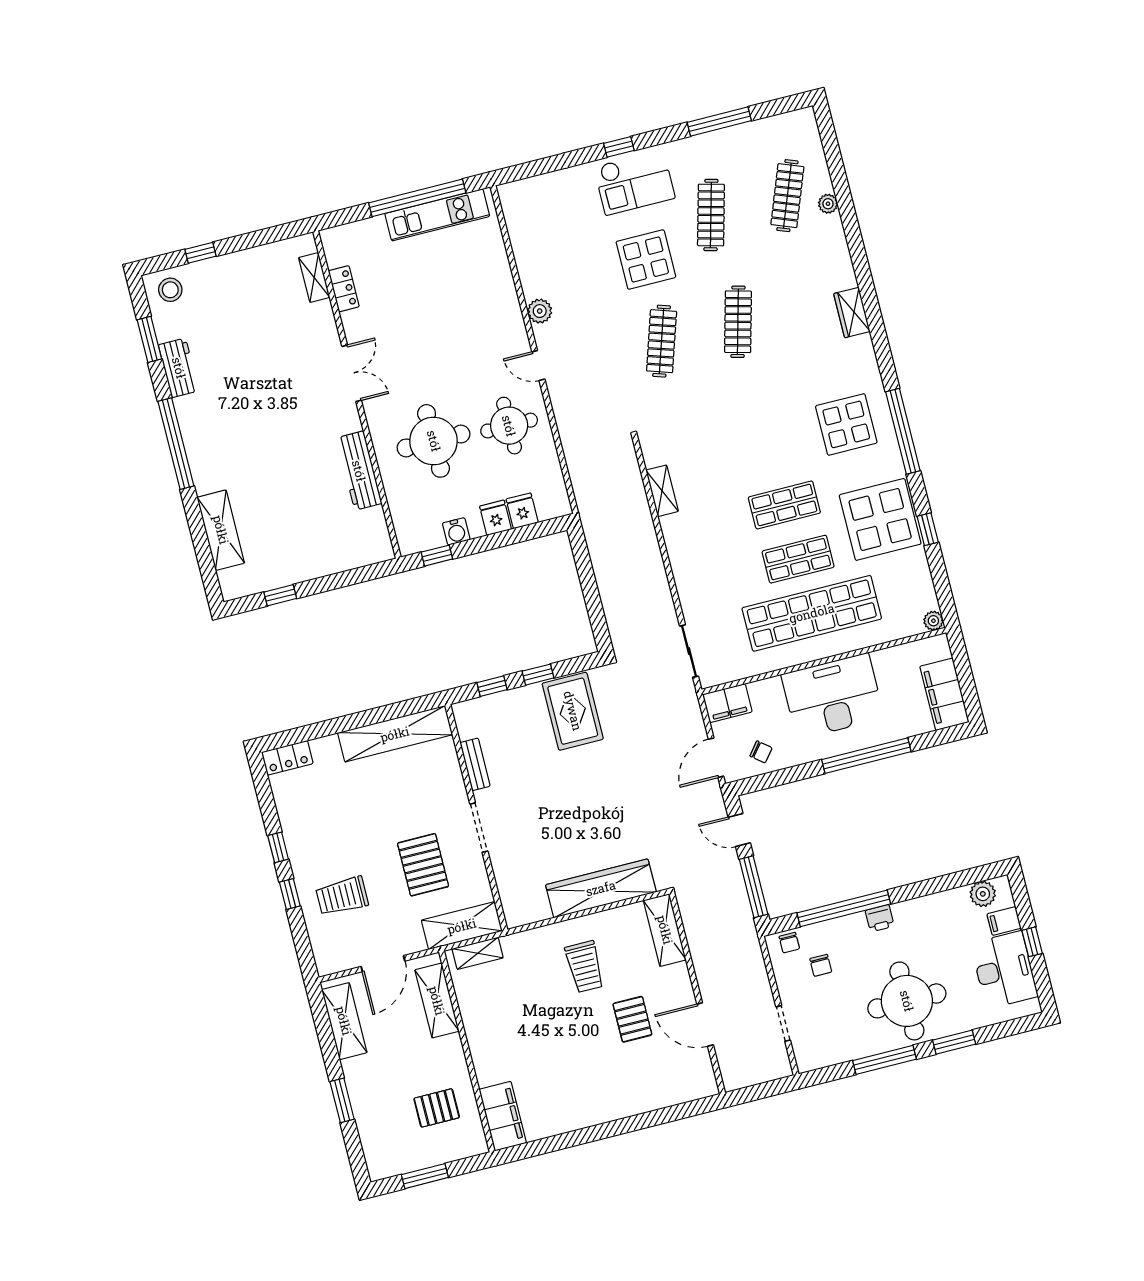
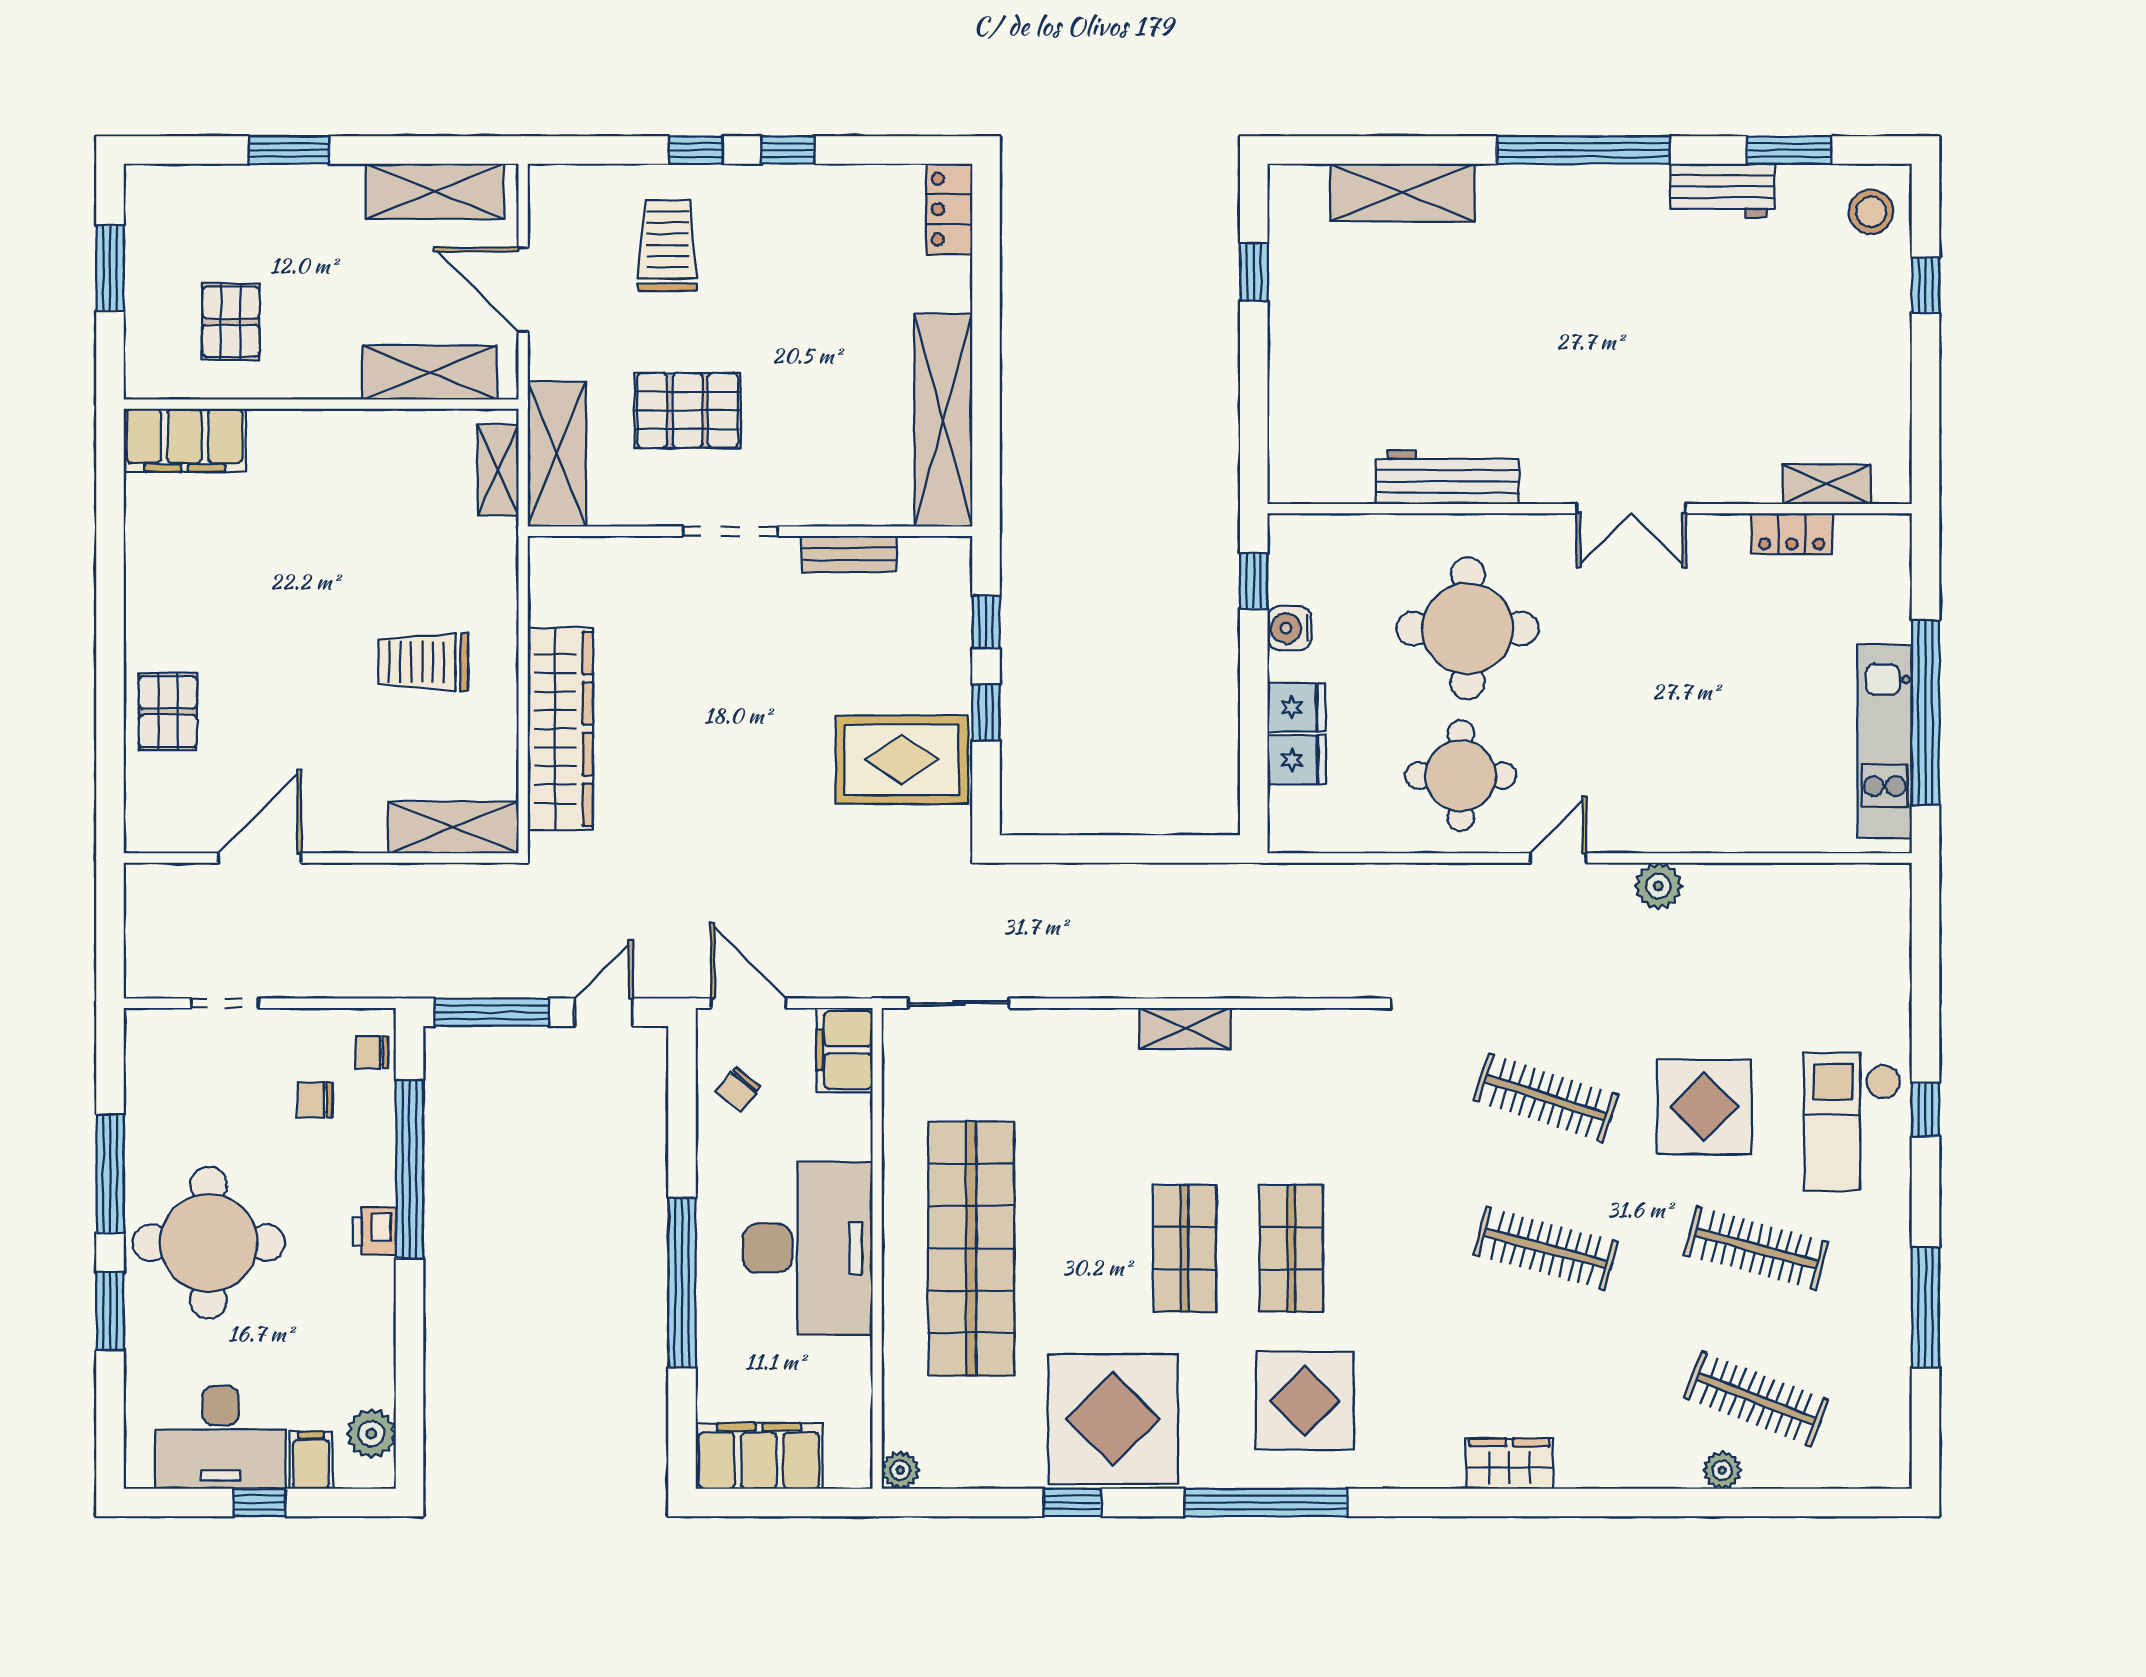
shelving: (662, 491) -> (1185, 1028), moved
shop shelf: (798, 559) -> (1291, 1248), moved
pallet: (632, 1019) -> (168, 712), moved, turned 90

